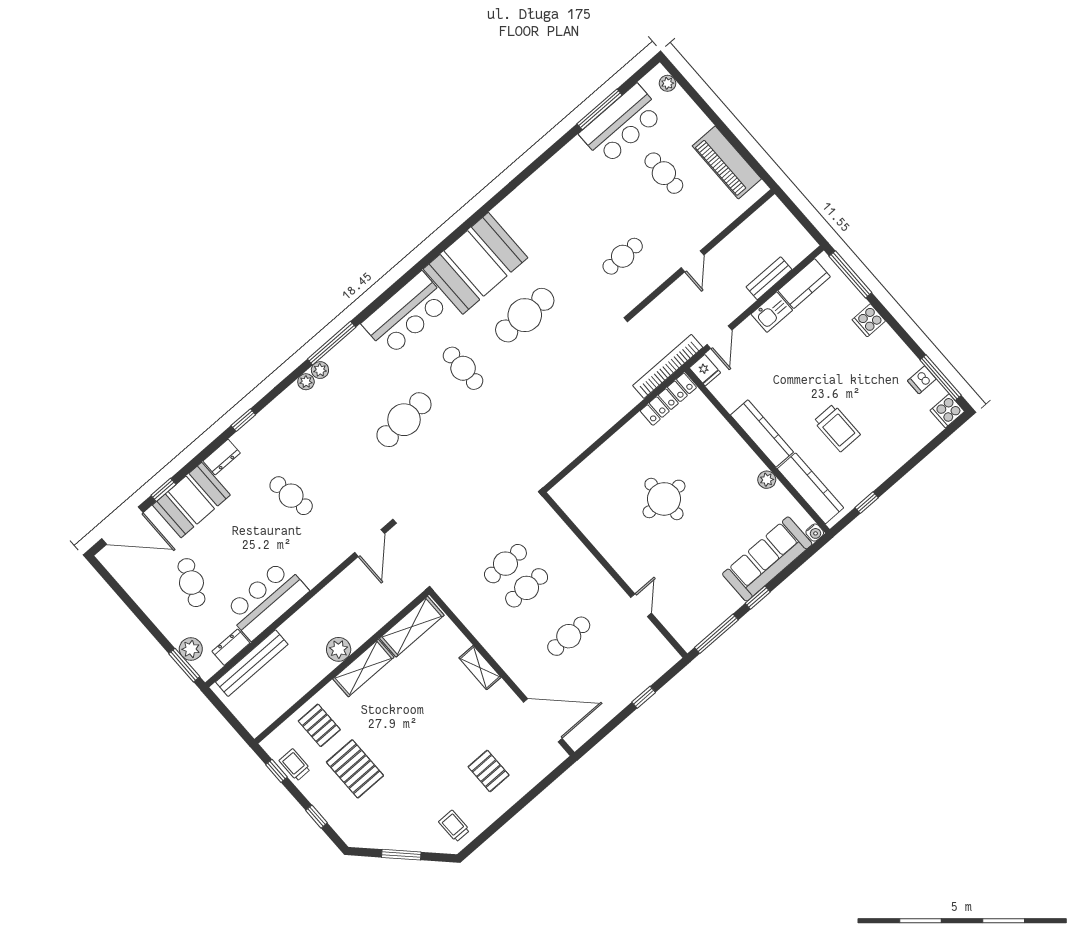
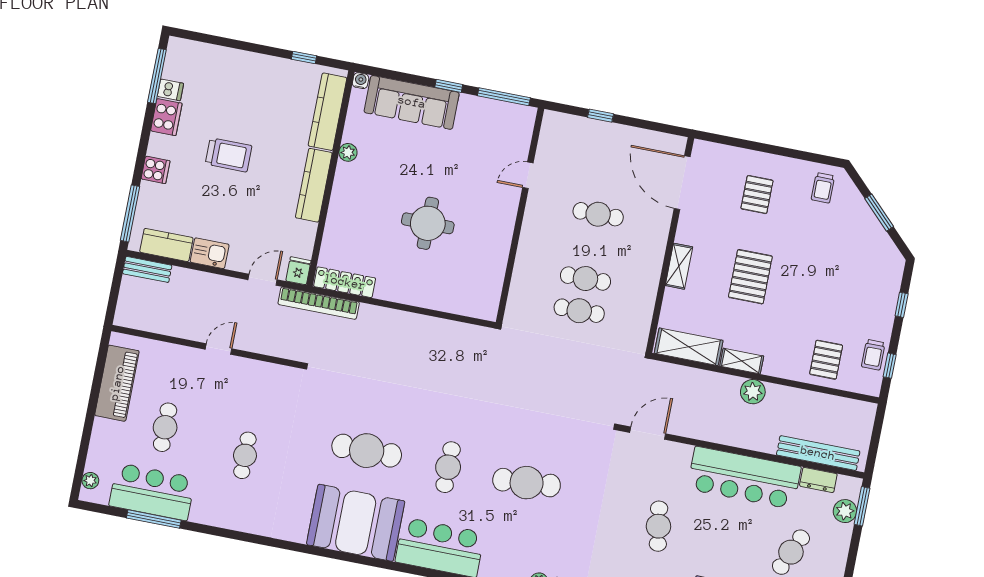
cafe table: (623, 256) -> (245, 455), moved, turned 90
bench: (769, 278) -> (147, 269), moved
cooker: (947, 411) -> (166, 117), moved, width x1.36
trolley: (837, 428) -> (229, 155), moved, turned 90
bar counter: (266, 600) -> (744, 478), width x1.36
shelving: (363, 668) -> (742, 361), width x0.67, depth x0.75
pallet: (355, 769) -> (750, 277), moved

